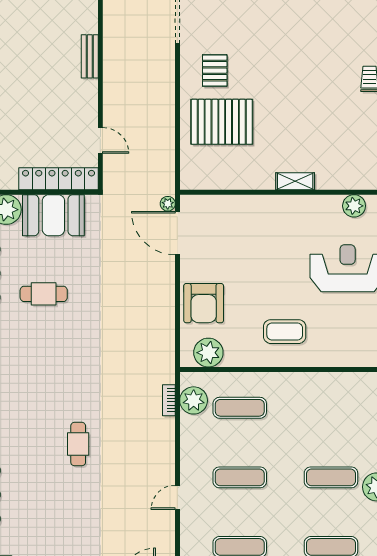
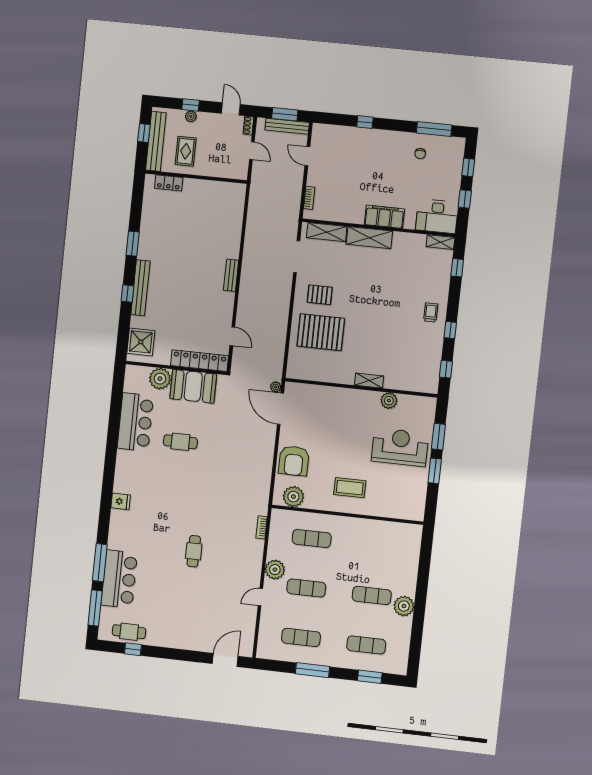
pallet: (215, 71) -> (320, 295), turned 90
plant: (354, 206) -> (389, 401), moved
plant: (194, 400) -> (275, 570), moved

